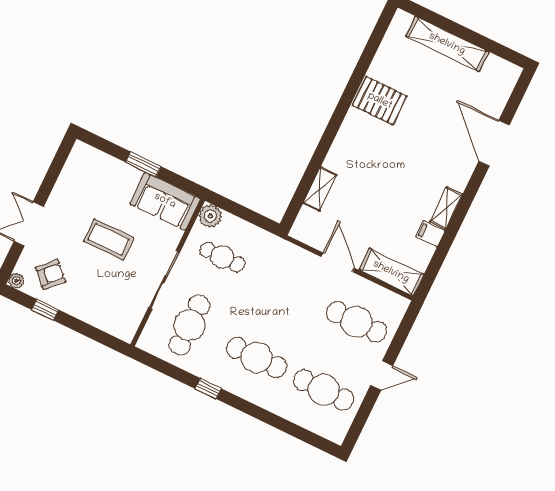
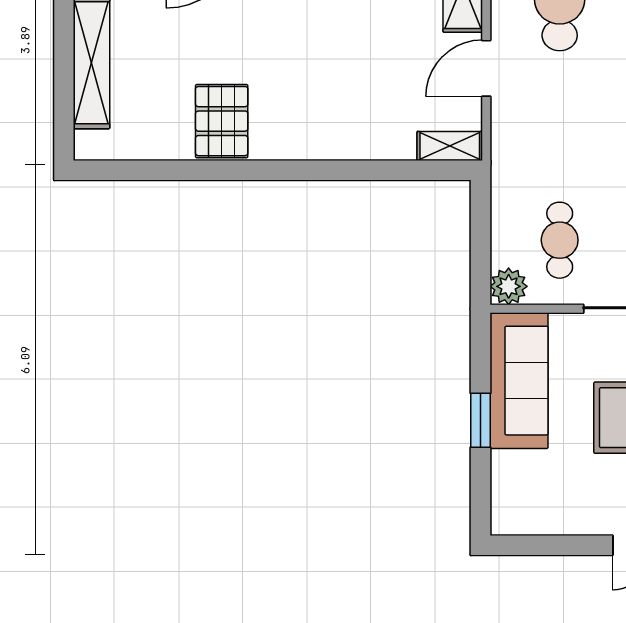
shelving: (320, 189) -> (450, 146), moved
sofa: (165, 201) -> (519, 381), width x1.36

